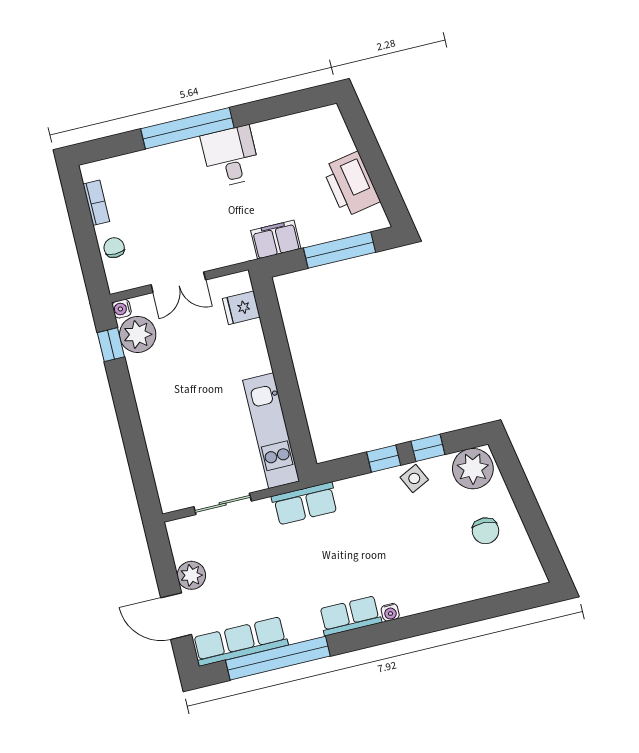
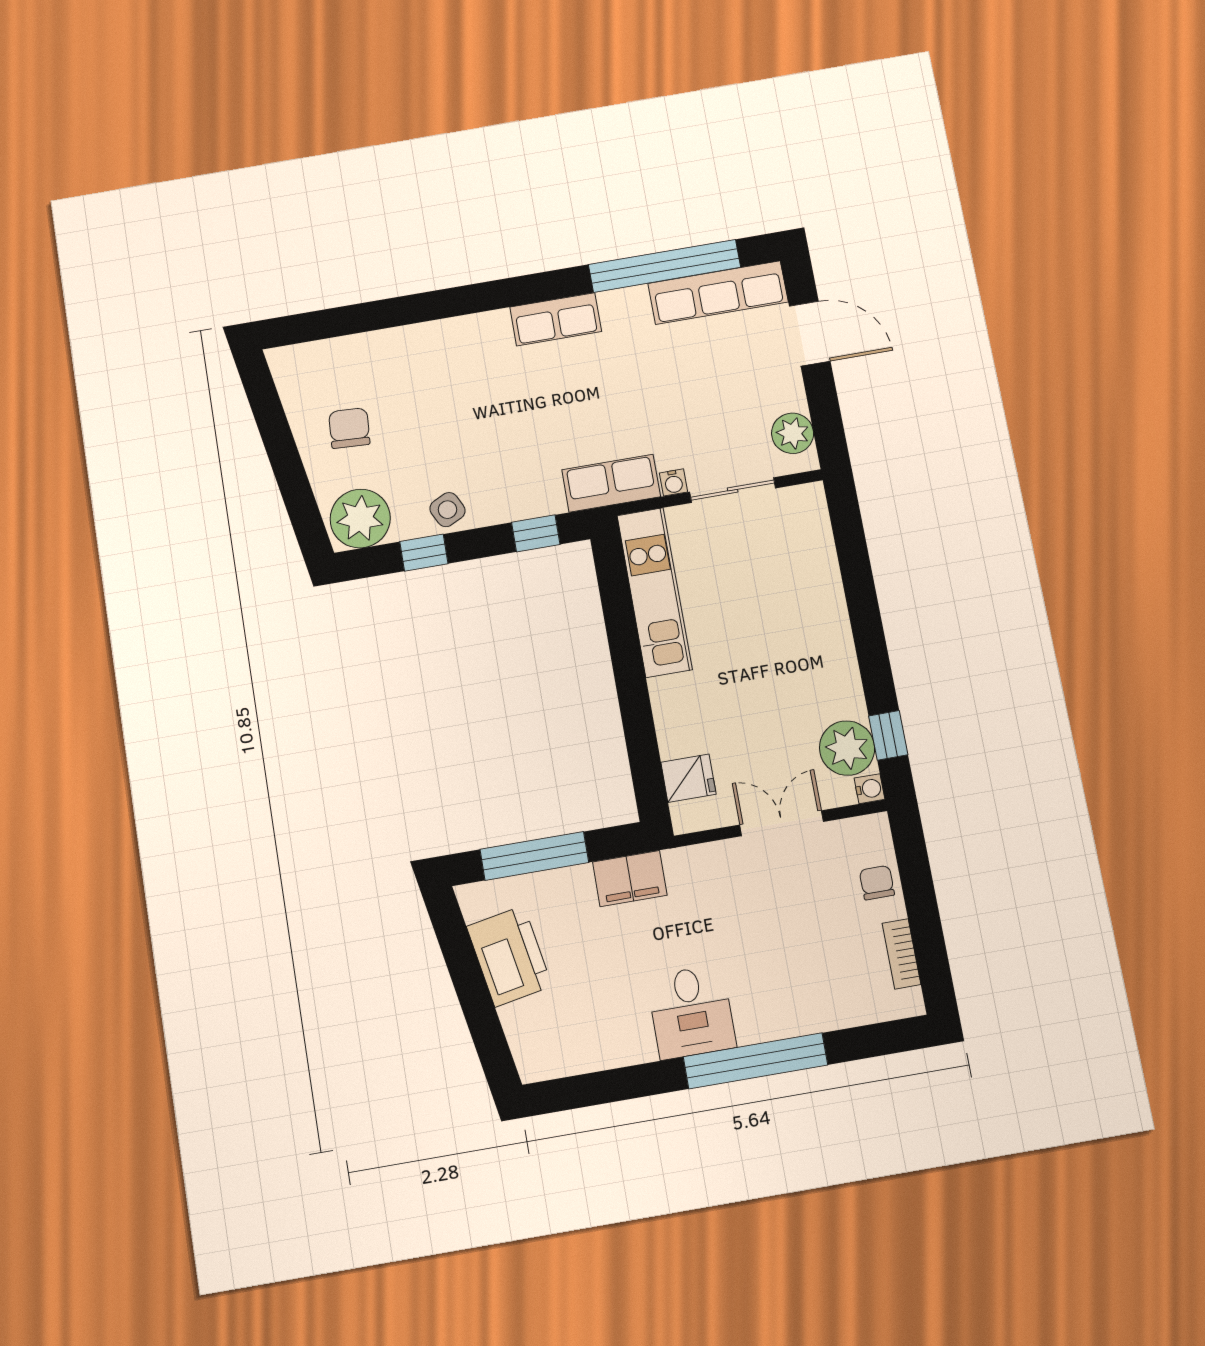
chair: (114, 248) -> (877, 883), turned 180
window: (384, 459) -> (536, 533), moved
plant: (191, 575) -> (793, 433), moved
water cooler: (390, 612) -> (674, 482), moved, turned 180

